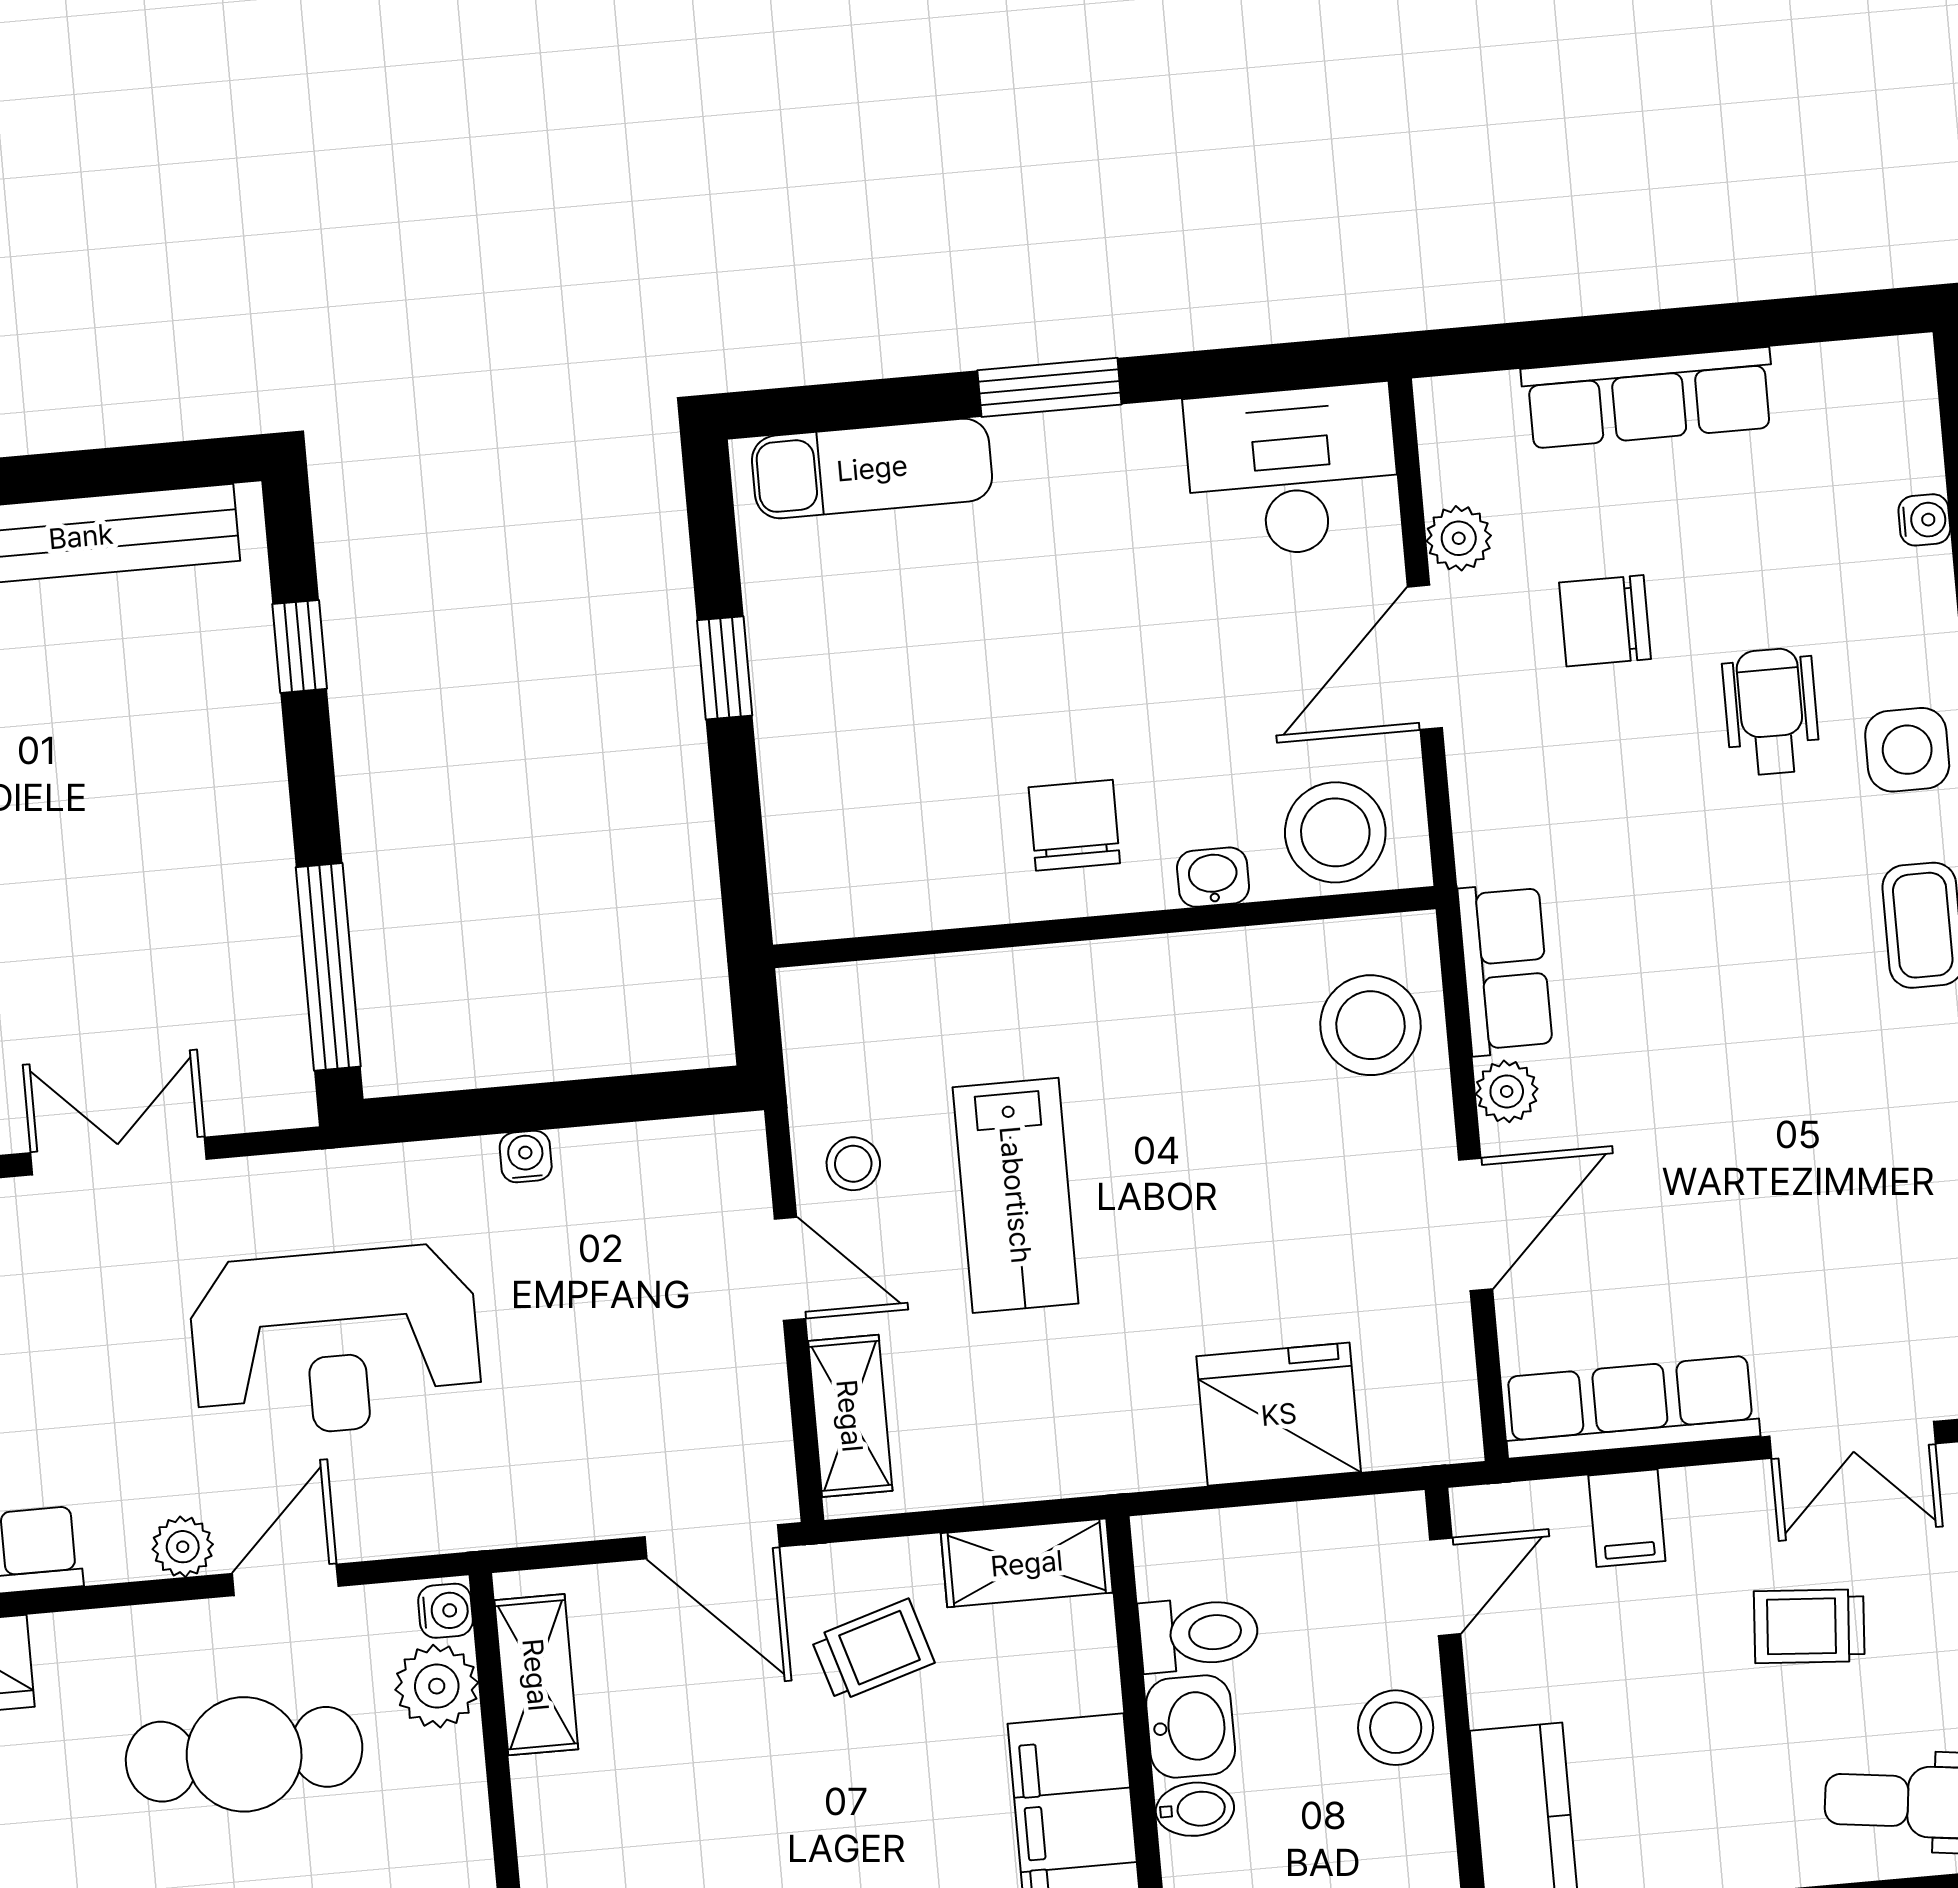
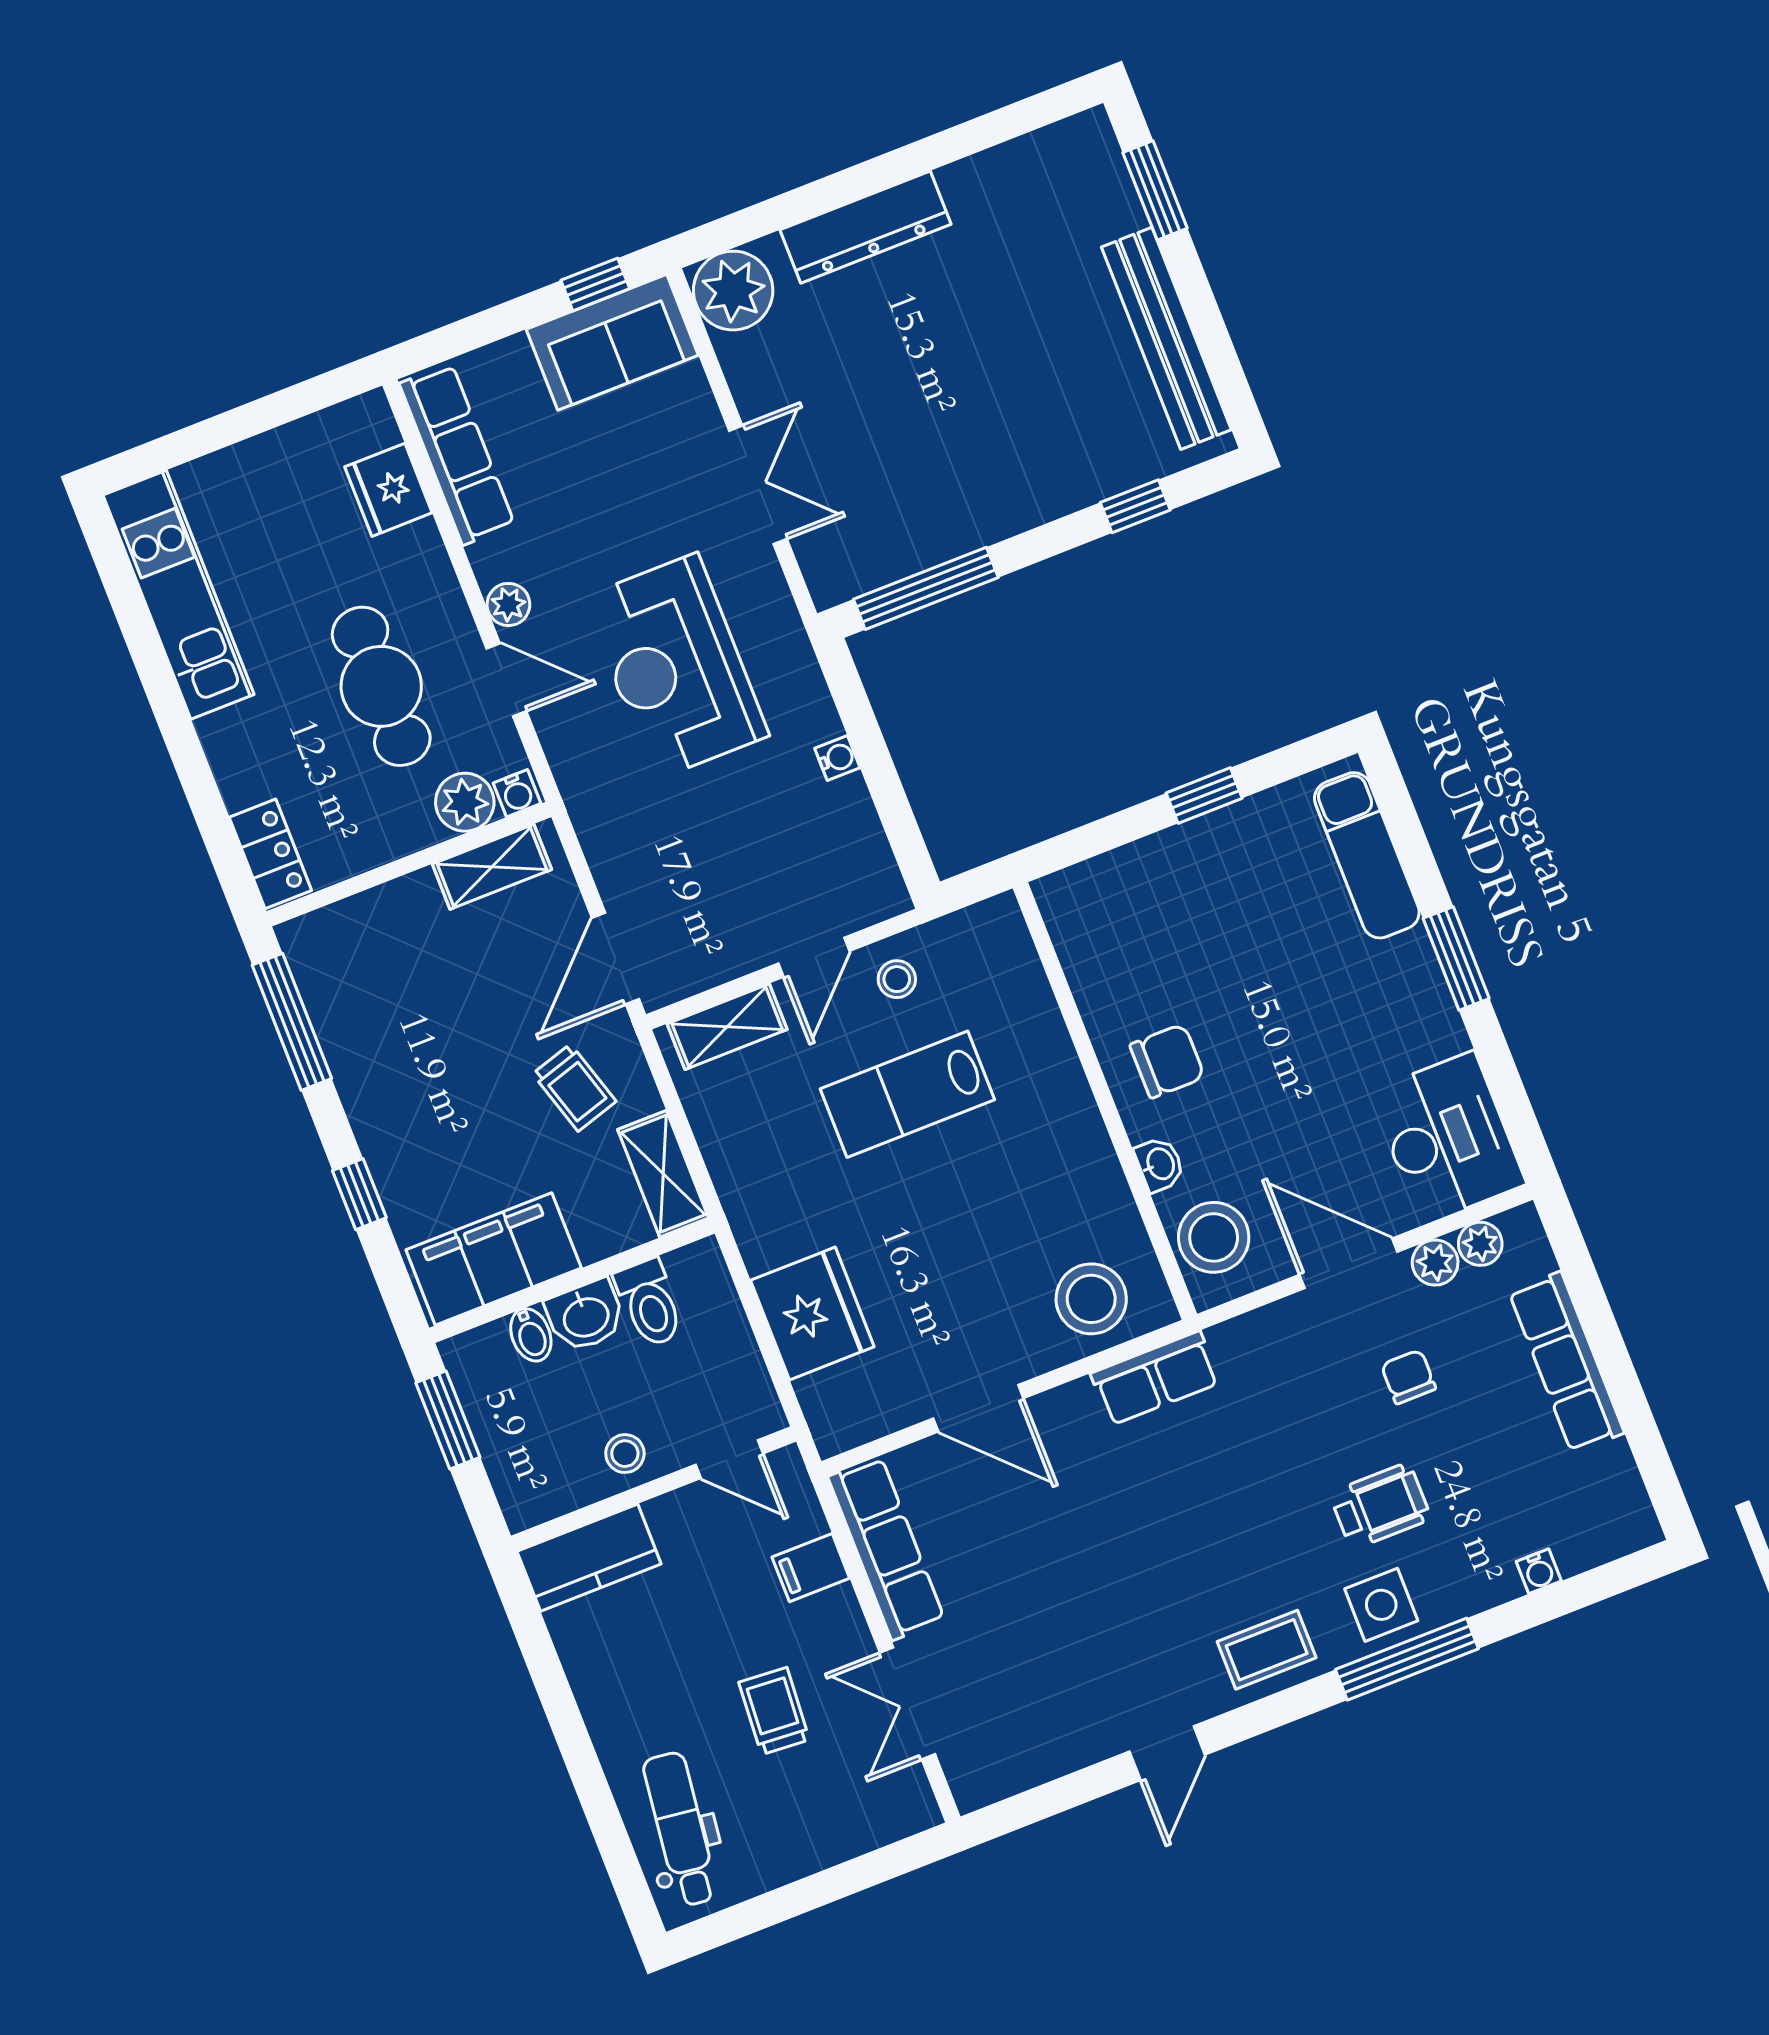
chair: (1605, 621) -> (1408, 1377), width x0.73, depth x0.73
plant: (1507, 1091) -> (1480, 1244), moved
stool: (1396, 1728) -> (625, 1454), width x0.73, depth x0.73

